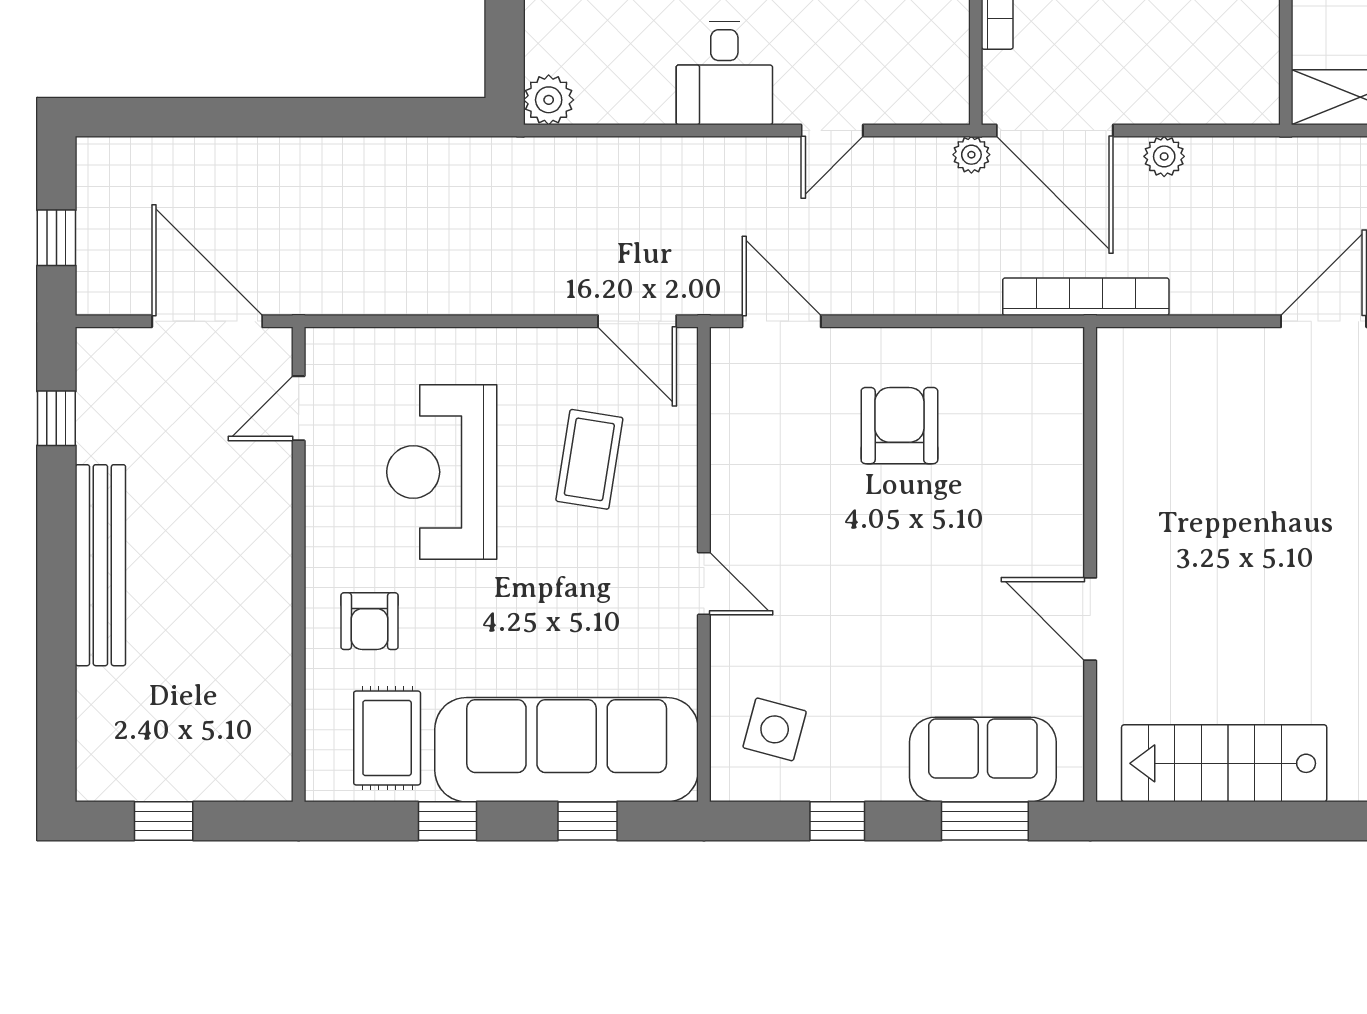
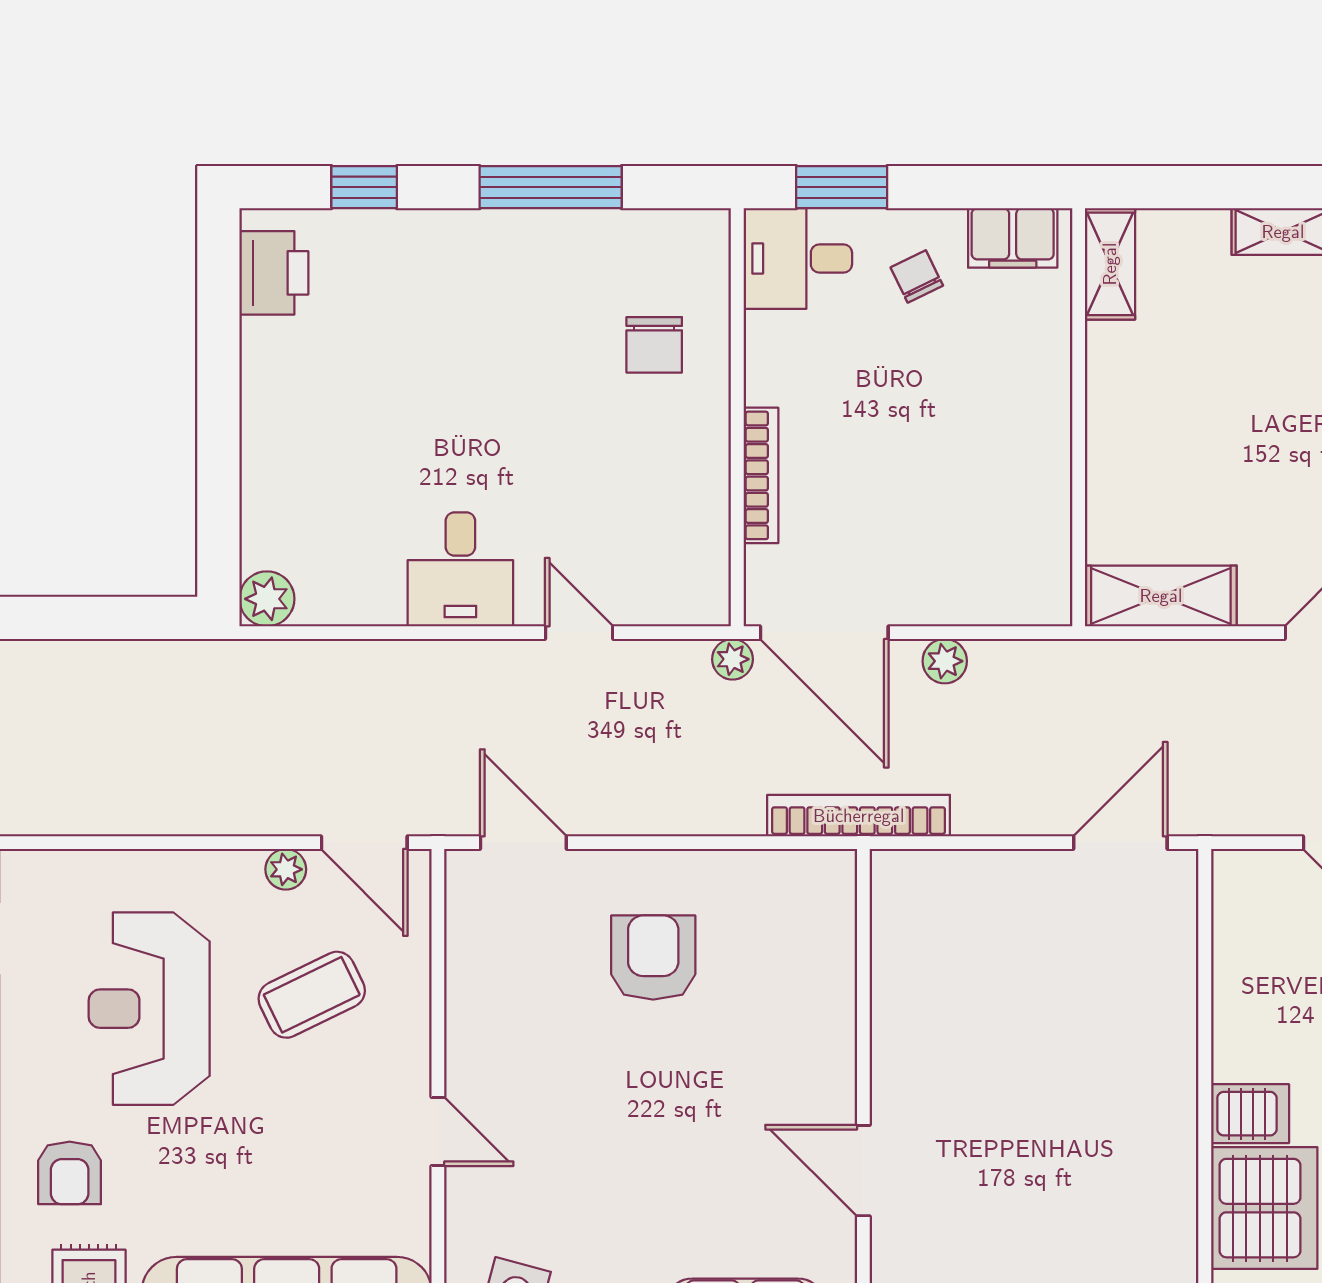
door: (832, 131) -> (579, 633), swing flipped
plant: (566, 345) -> (286, 869), added
coffee table: (589, 459) -> (312, 995), turned 55

